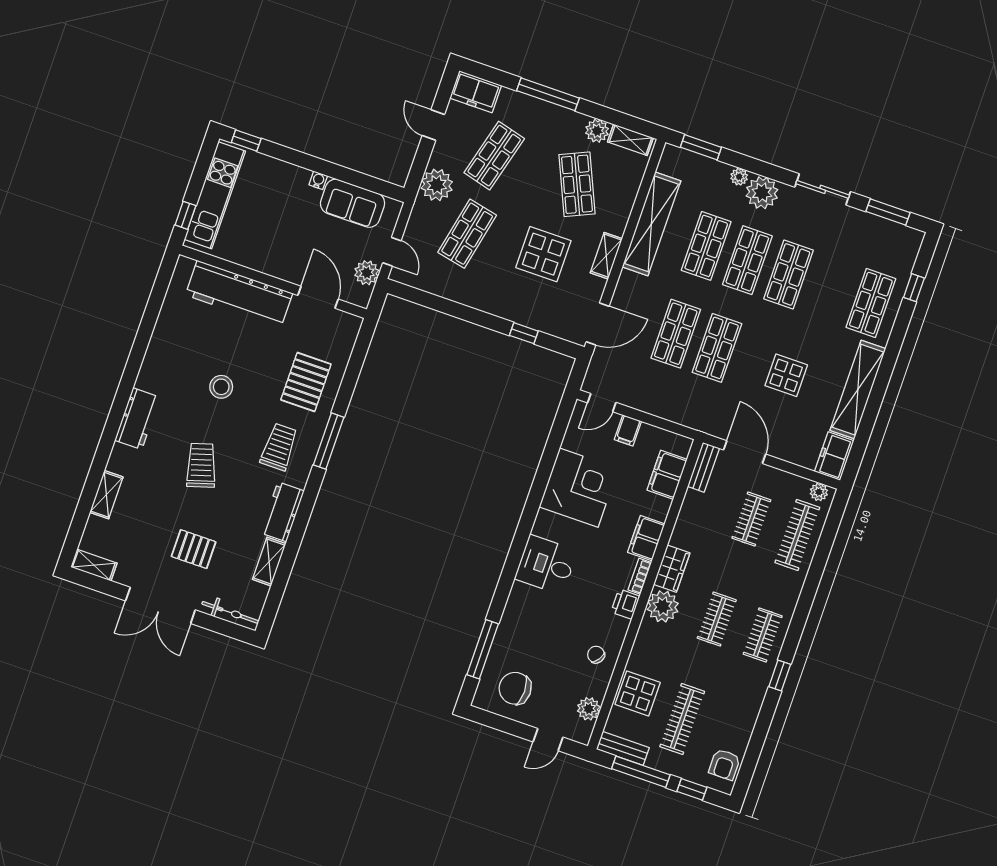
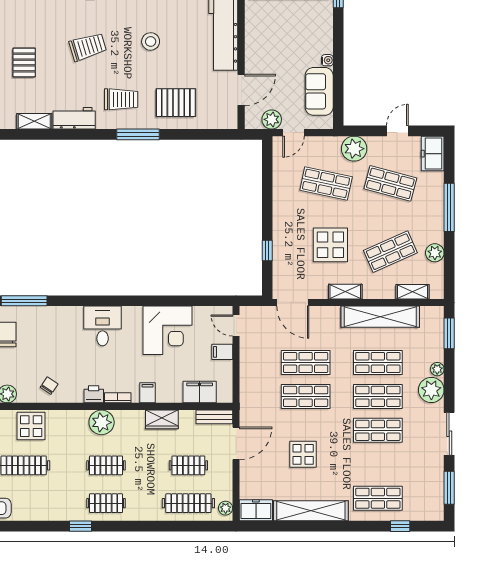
shelving: (630, 140) -> (413, 292), moved, turned 90
filing cabinet: (646, 538) -> (148, 393), width x0.50
wardrobe: (672, 569) -> (162, 419), moved

